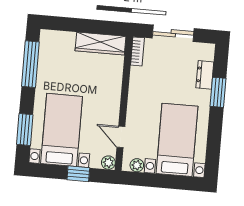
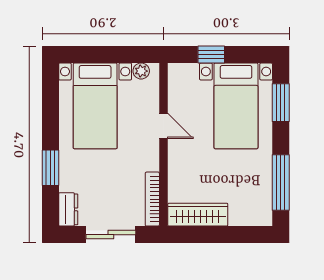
bookcase: (137, 51) -> (152, 199), width x1.56
dresser: (205, 75) -> (68, 209), moved
door: (121, 137) -> (163, 126), moved
plant: (108, 163) -> (176, 71), removed

